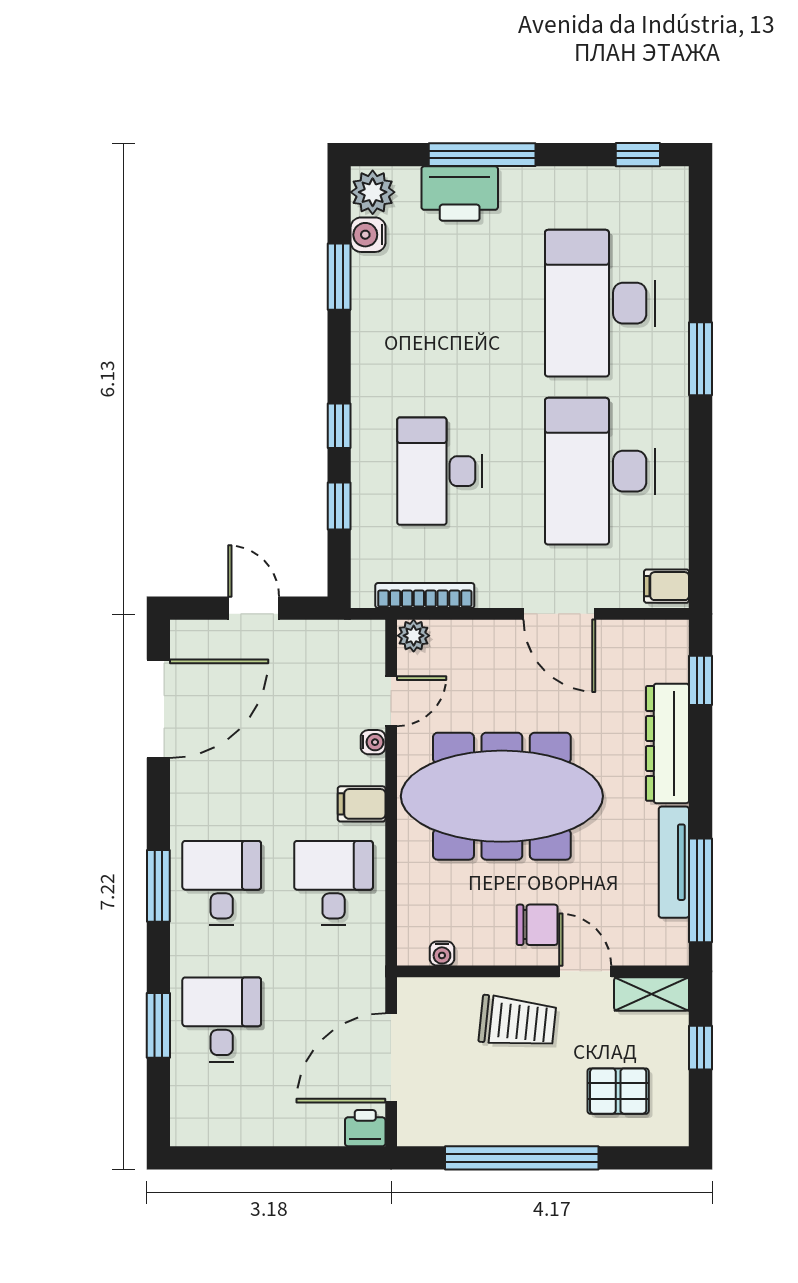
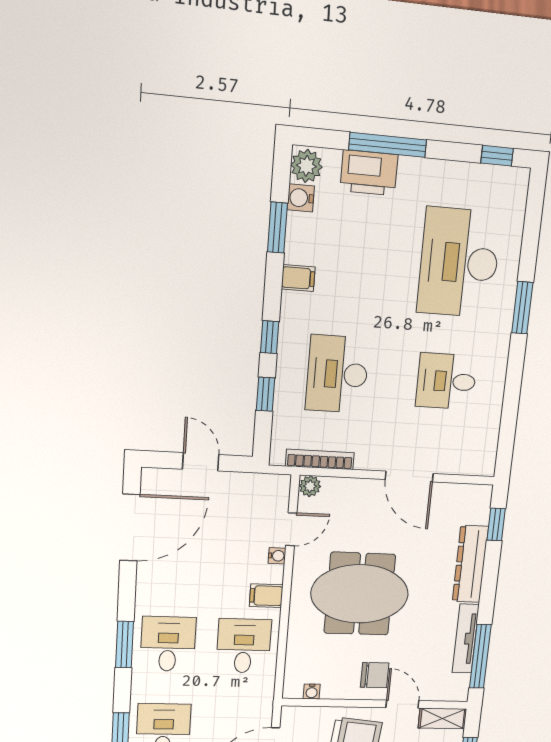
desk: (600, 471) -> (446, 381), width x0.53, depth x0.77
filing cabinet: (667, 586) -> (298, 278), moved, turned 180
meeting table: (502, 796) -> (360, 594), width x0.73

